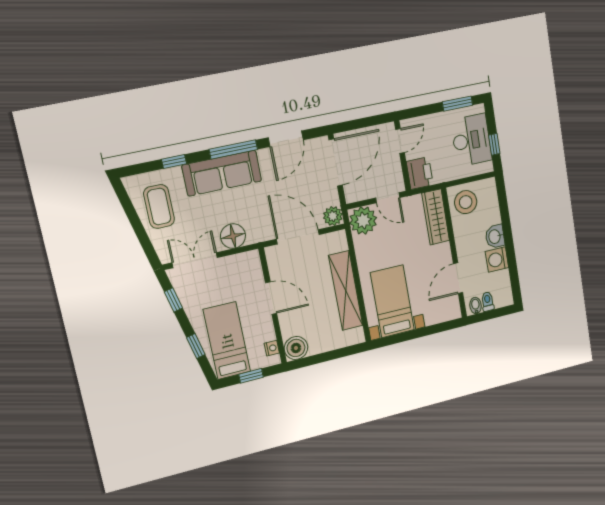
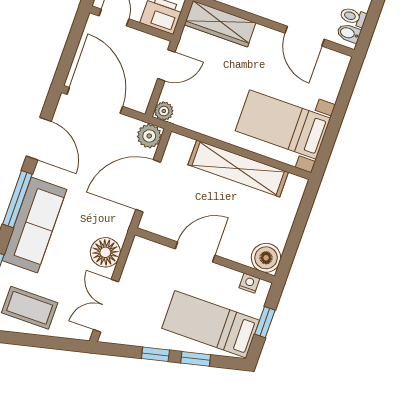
plant: (363, 221) -> (164, 111), width x0.53, depth x0.53
window: (173, 300) -> (155, 354), moved

